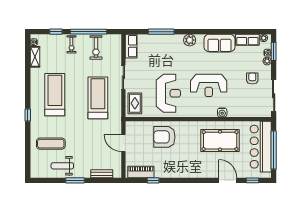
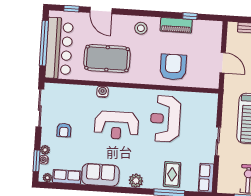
reception desk: (209, 85) -> (116, 125), turned 180
rug: (135, 103) -> (172, 174), moved
armchair: (164, 137) -> (173, 67), turned -90
stool: (193, 168) -> (141, 28), added
piano: (141, 172) -> (176, 25), moved

